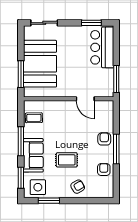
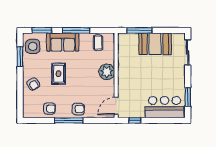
booth: (40, 64) -> (155, 44), width x0.73, depth x0.70
window: (116, 79) -> (135, 120), width x0.46
door: (85, 99) -> (116, 106), moved
plant: (65, 109) -> (107, 72), added

